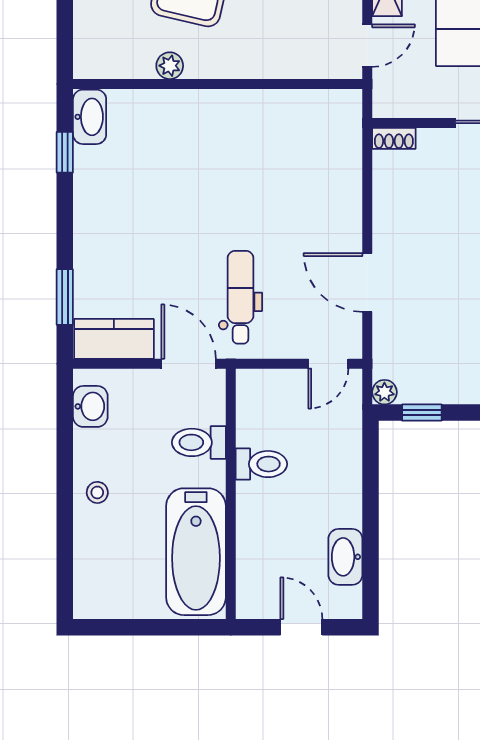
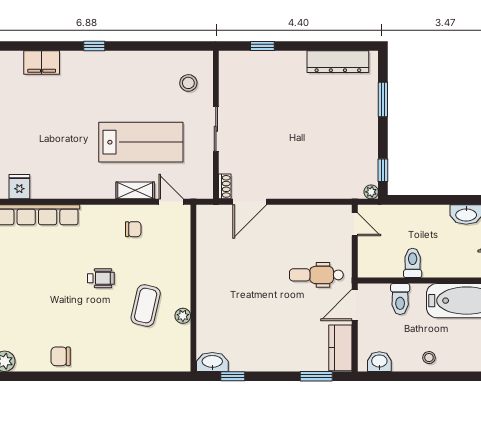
door: (367, 282) -> (250, 202), moved

